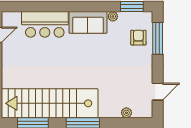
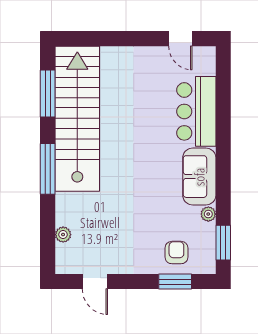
armchair: (138, 38) -> (176, 253), turned -90
window: (158, 38) -> (175, 282), width x0.69

